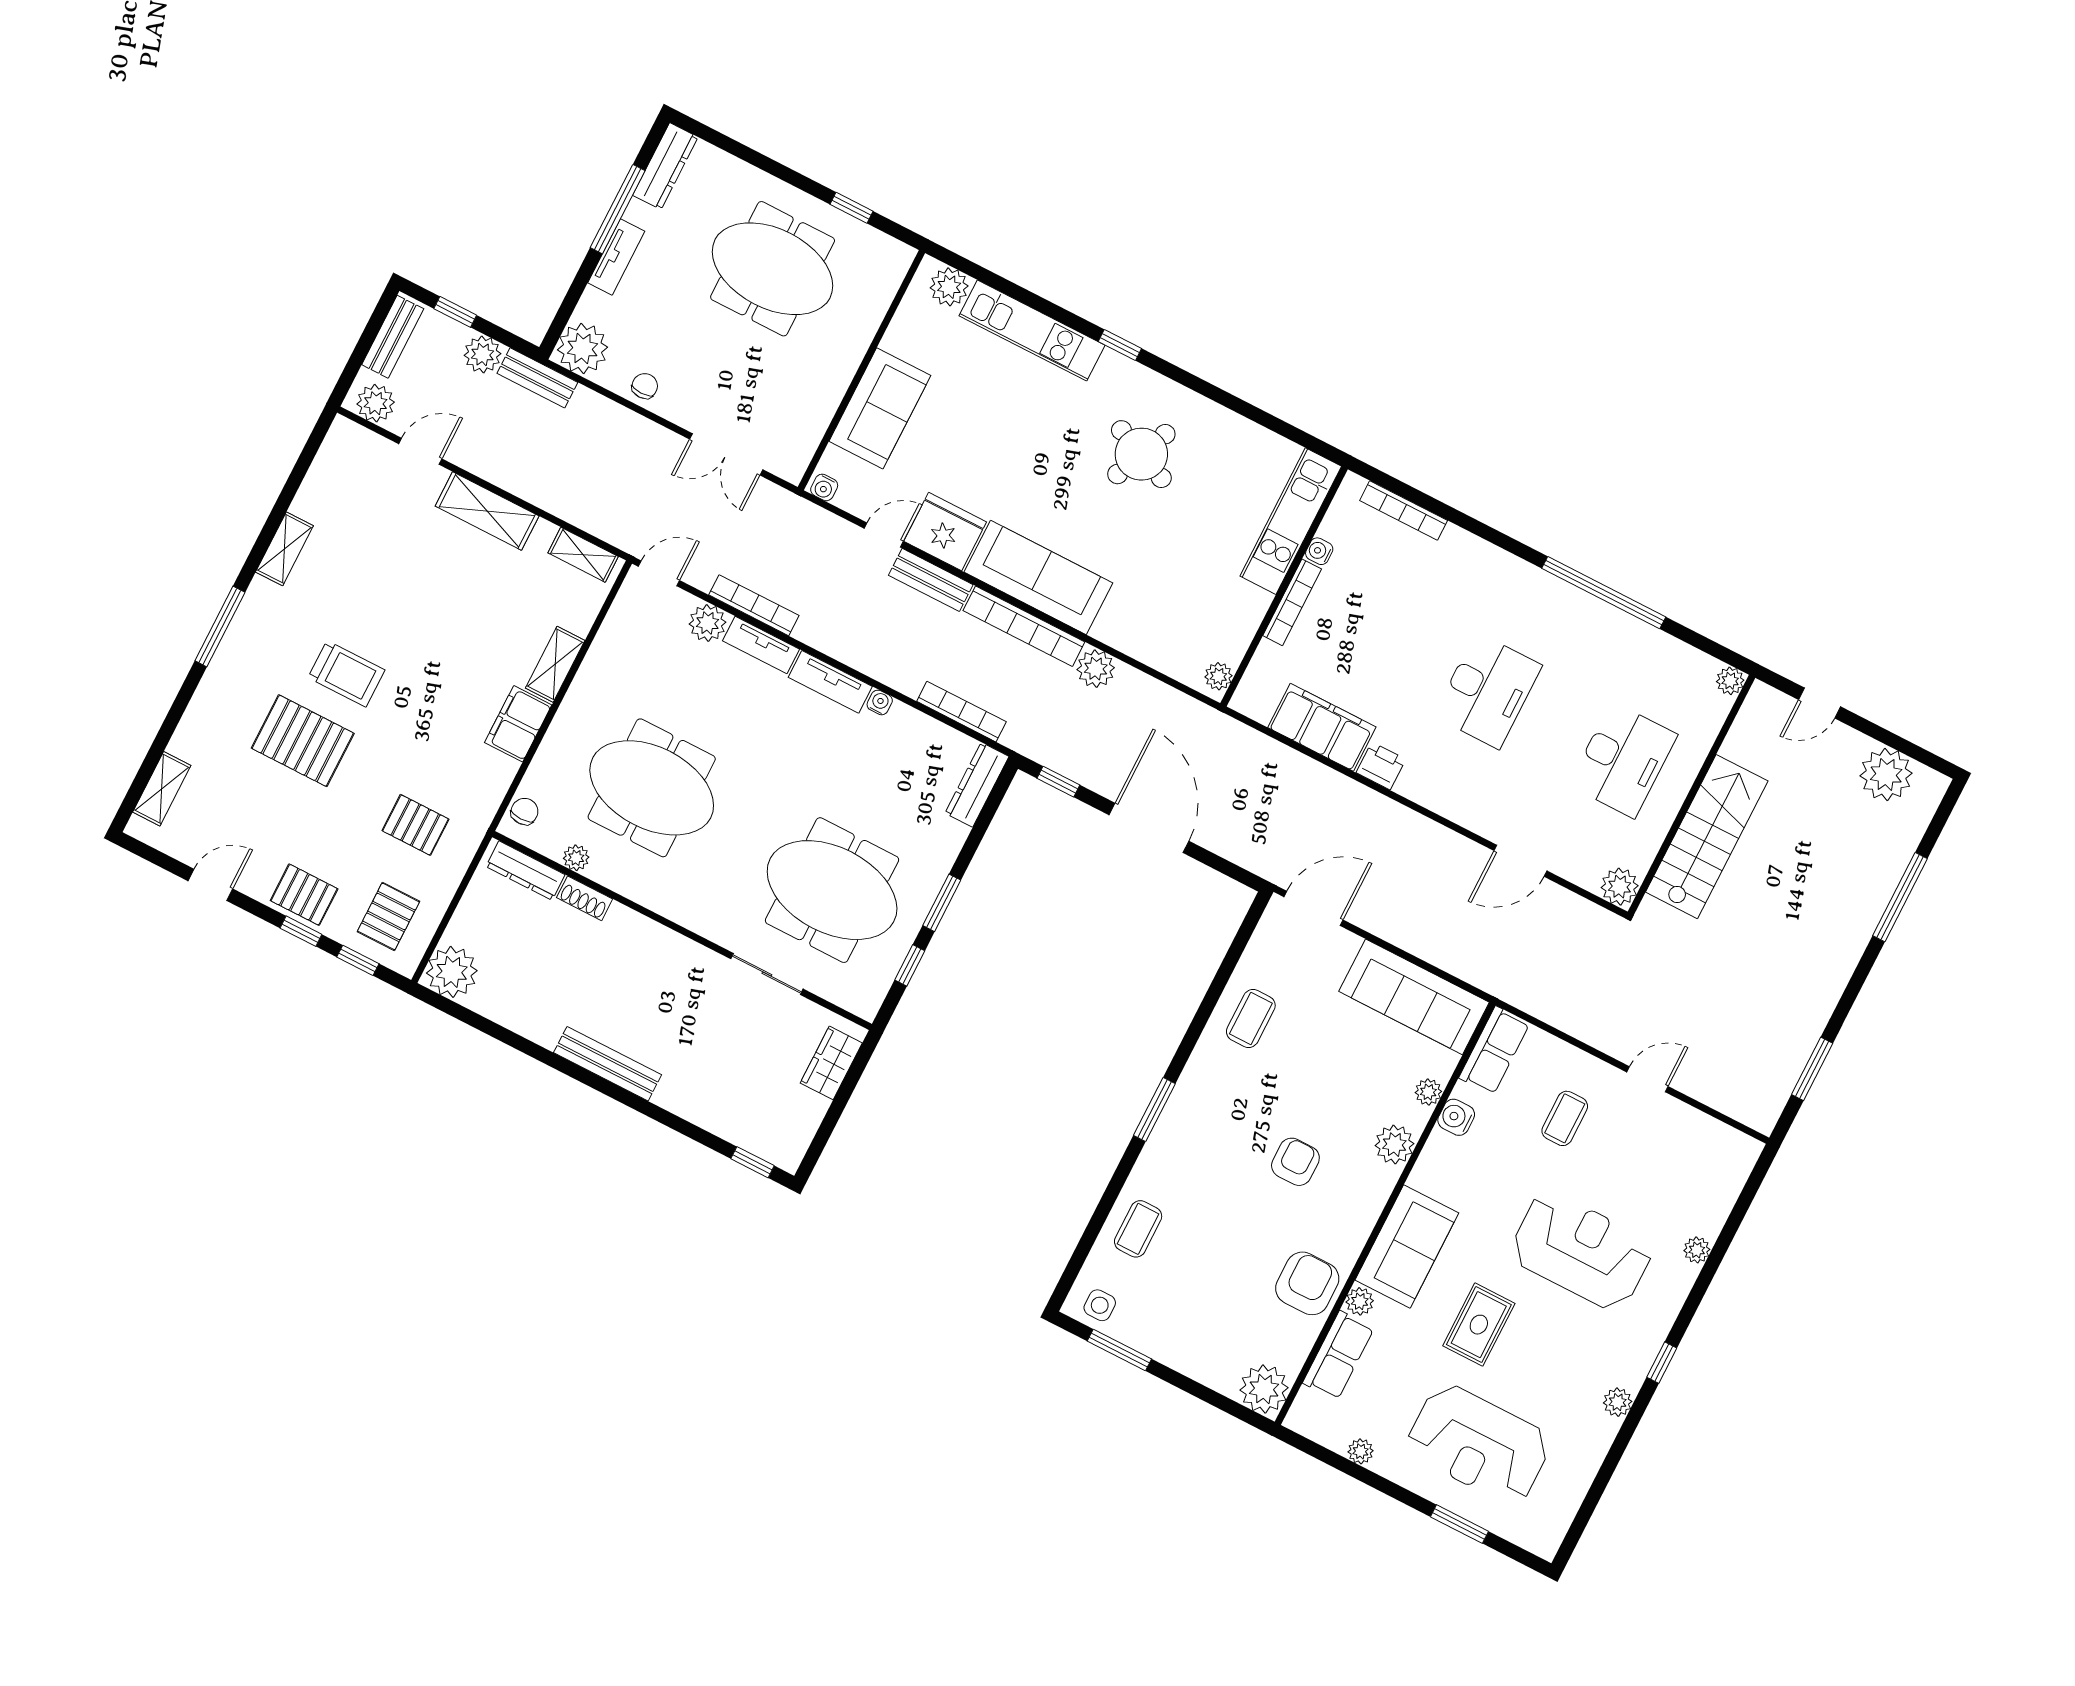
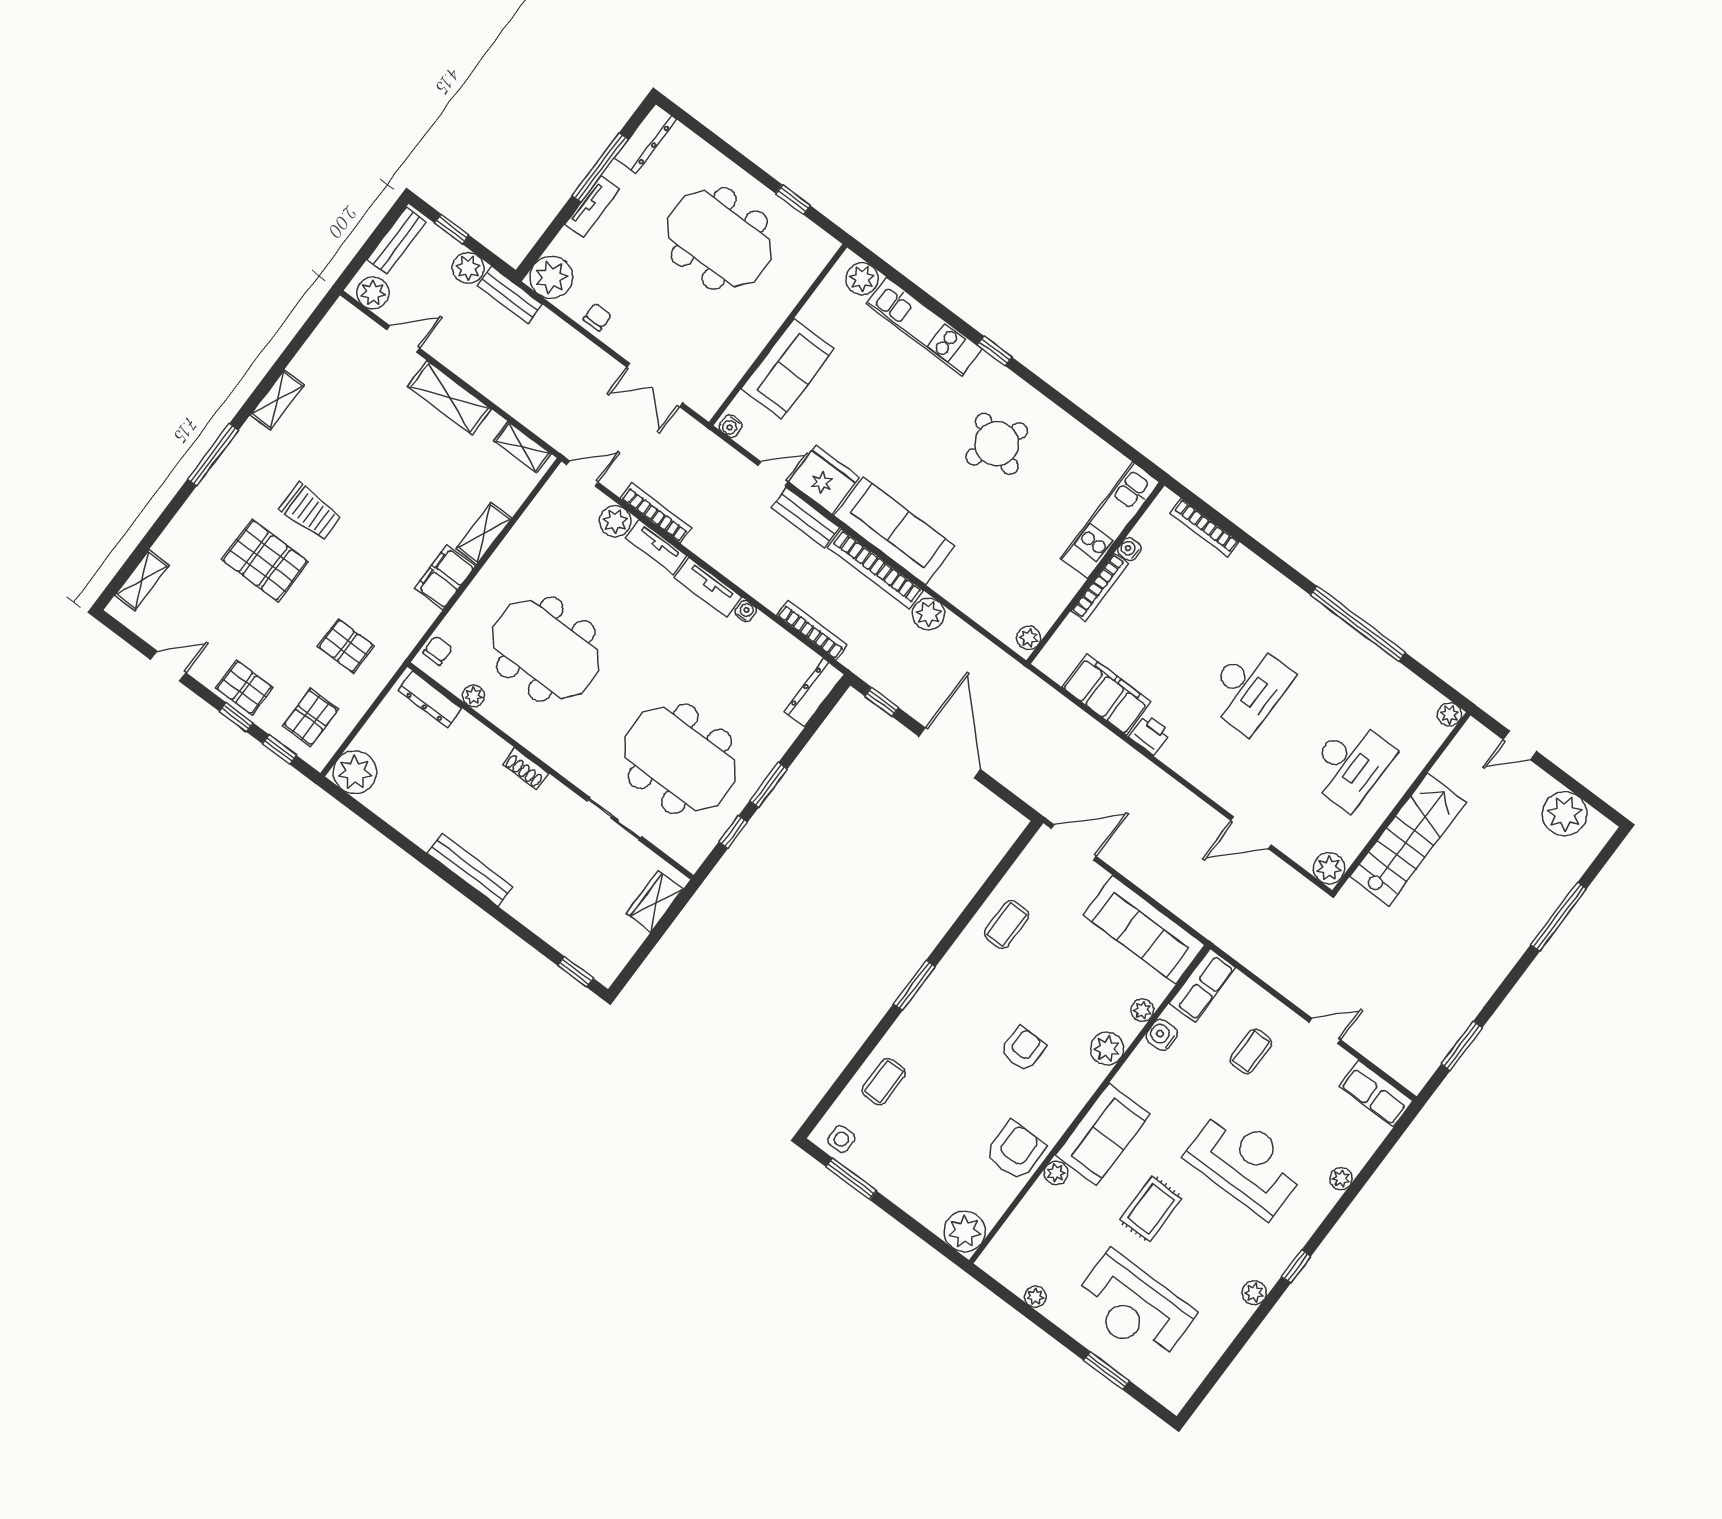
shoe rack: (585, 898) -> (526, 769), moved
row of seats: (1338, 1355) -> (1376, 1093), moved, turned 90

